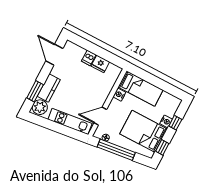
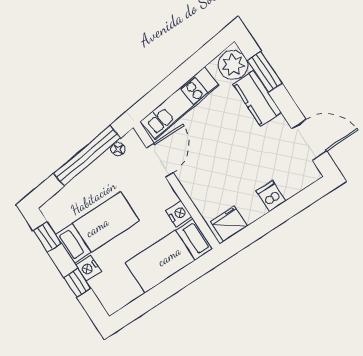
fridge: (100, 64) -> (229, 224), moved
bed: (144, 131) -> (97, 227), width x0.67

